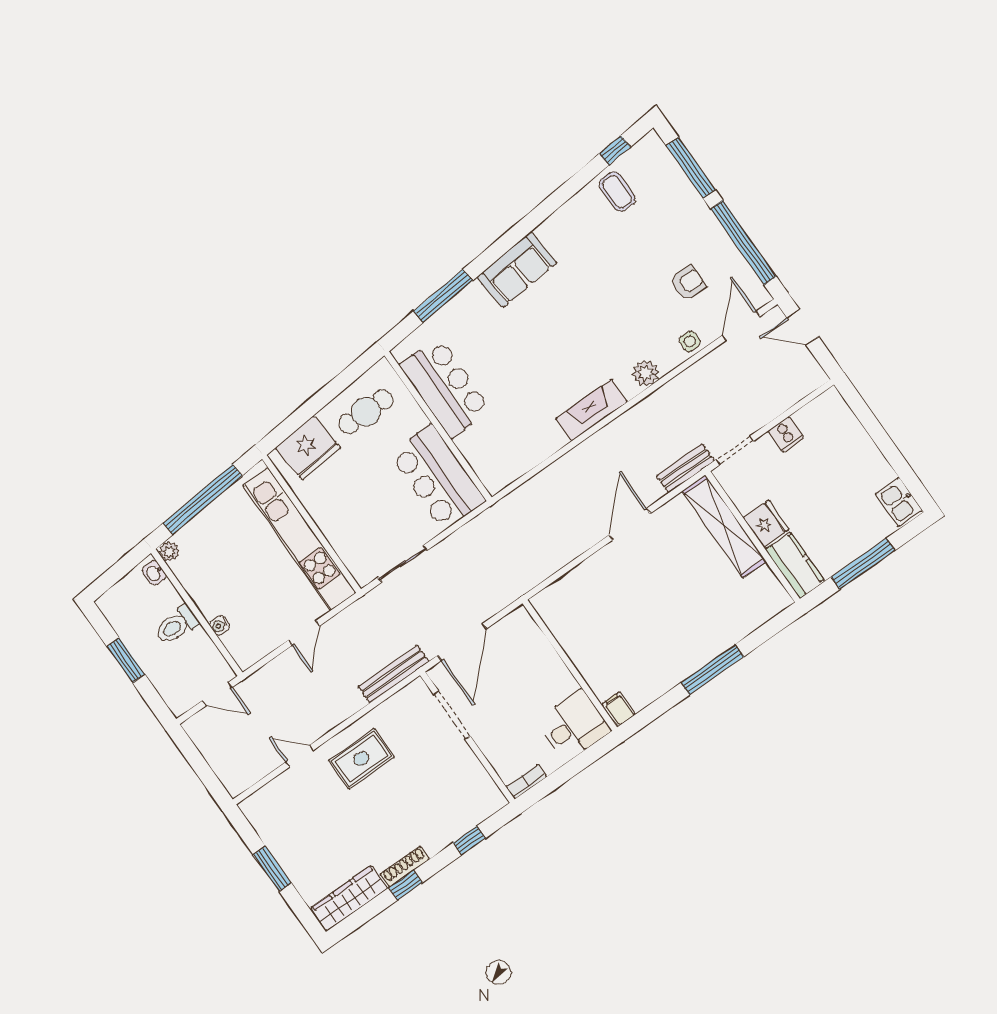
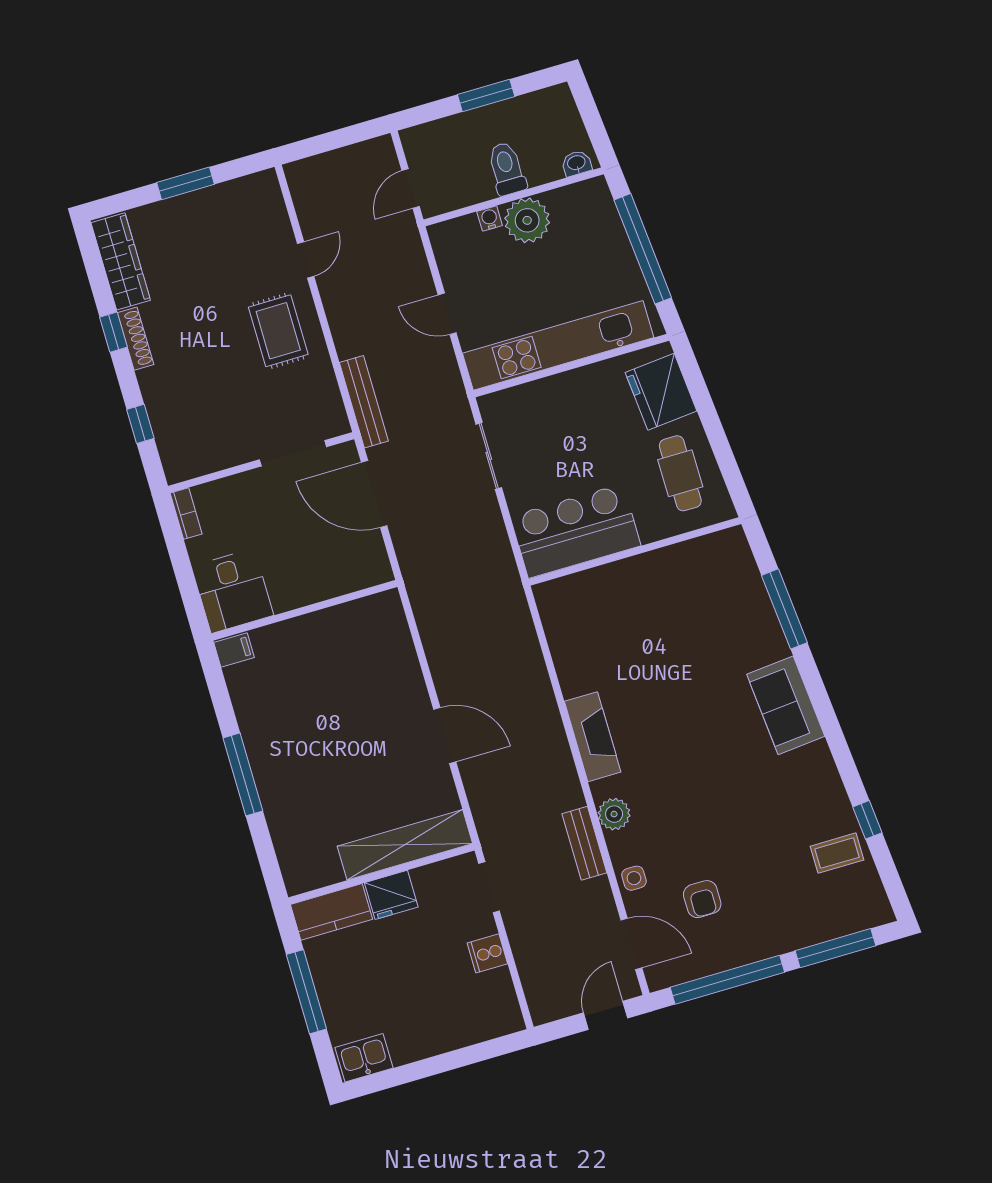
window: (615, 150) -> (867, 820), moved
bar counter: (445, 388) -> (677, 575), removed
bench: (685, 468) -> (584, 843), moved
plant: (169, 552) -> (527, 220), moved, width x1.88, depth x1.88

